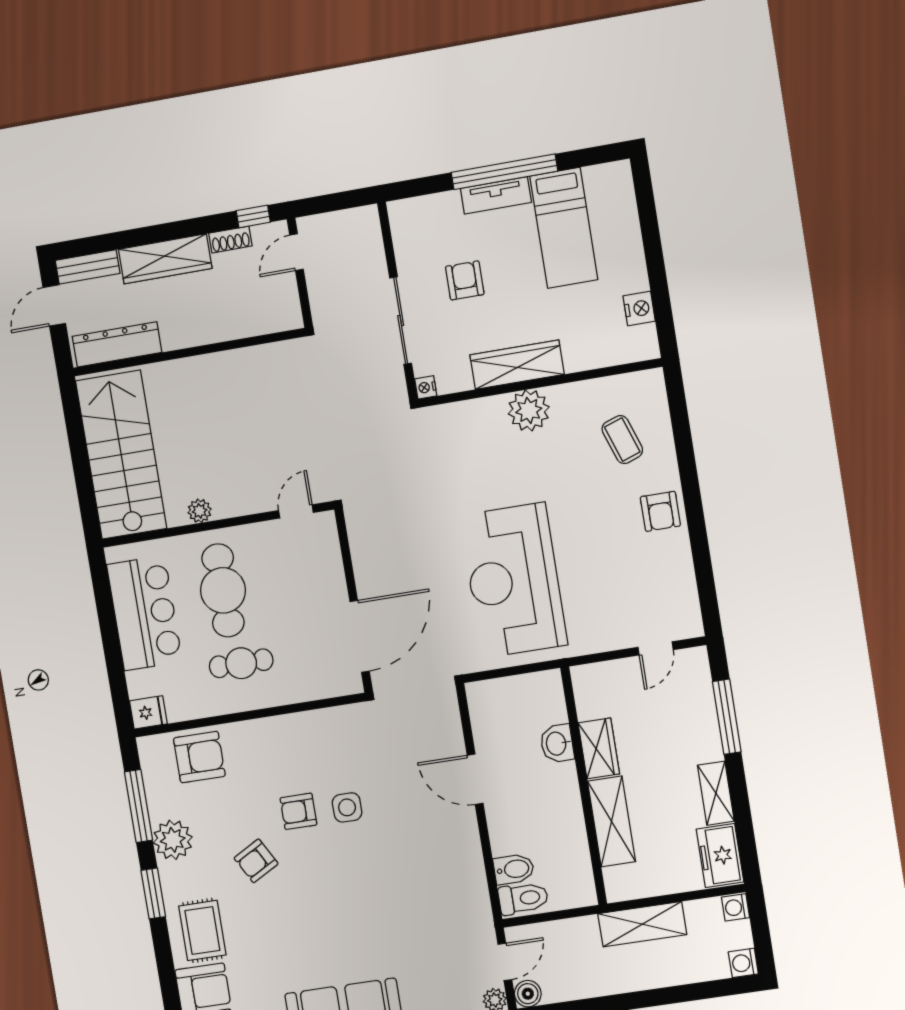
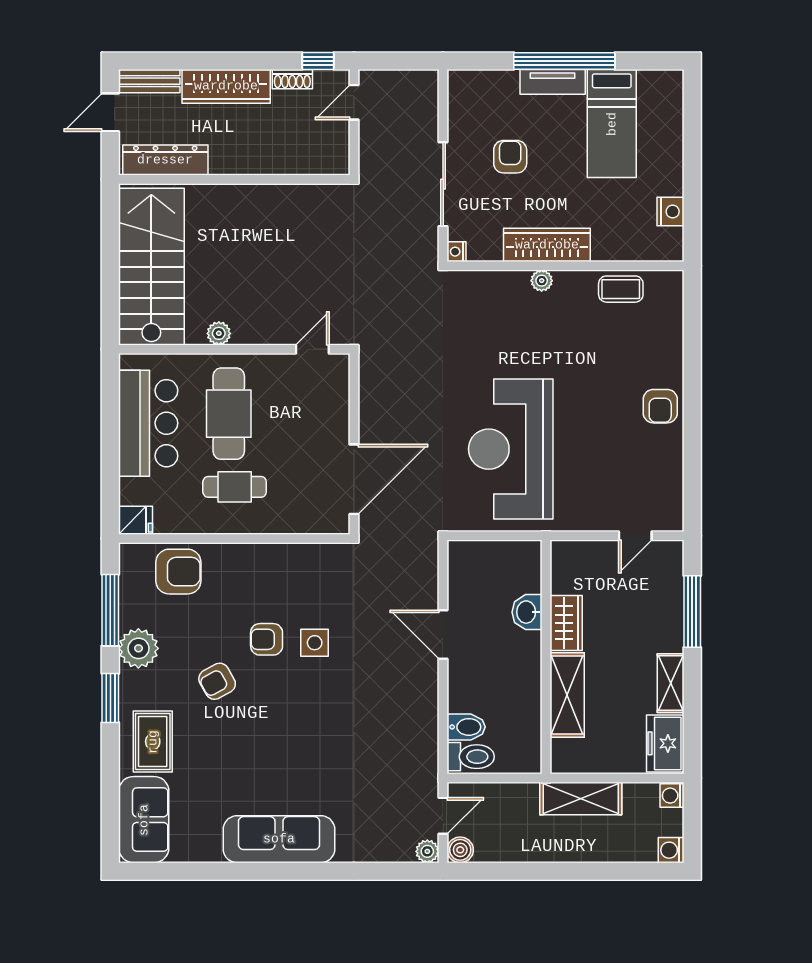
plant: (529, 410) -> (542, 281), width x0.53, depth x0.53
coffee table: (622, 440) -> (621, 289), moved, turned -71

